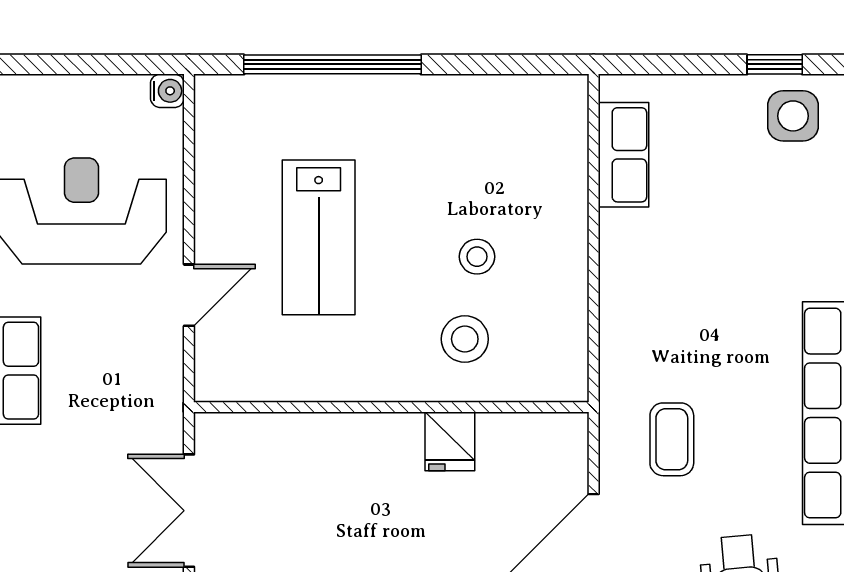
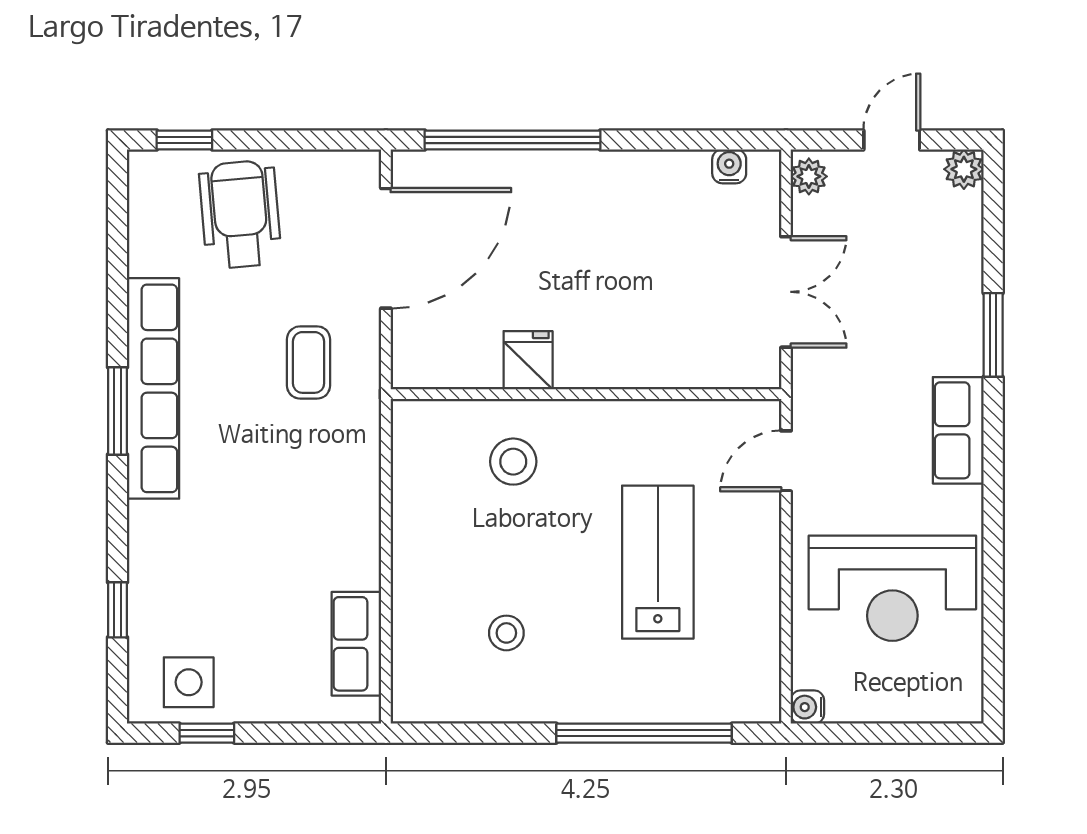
stool: (477, 257) -> (506, 633), moved
door: (189, 295) -> (786, 461), moved

